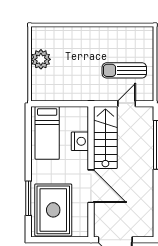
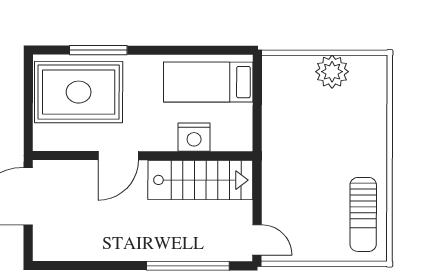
sun lounger: (124, 70) -> (363, 214), moved, turned 180
door: (127, 104) -> (257, 240), moved
door: (91, 186) -> (118, 156), width x0.73

